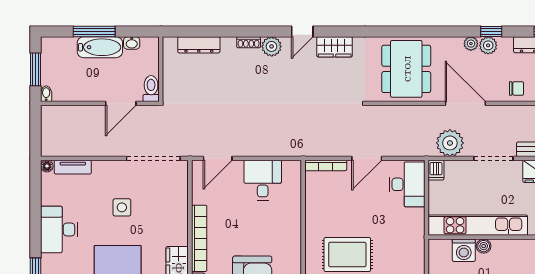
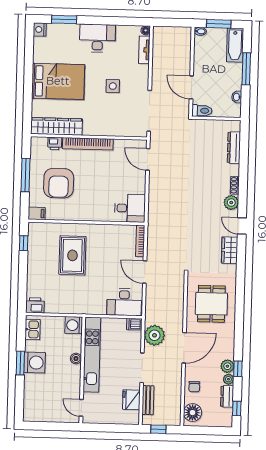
plant: (471, 44) -> (228, 379), moved
bathtub: (100, 47) -> (235, 45), moved
dining table: (406, 69) -> (211, 304), width x0.73
desk: (263, 180) -> (130, 208), moved
washing machine: (464, 250) -> (74, 325), moved

